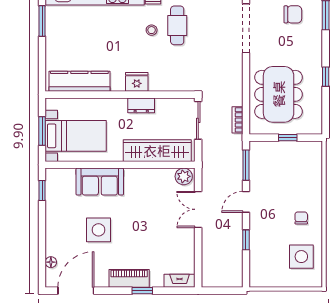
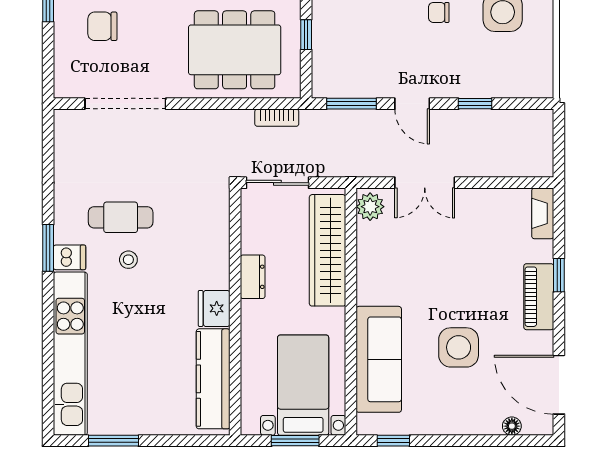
chair: (293, 14) -> (102, 26), turned -90
fridge: (137, 82) -> (214, 308), moved
sofa: (100, 182) -> (379, 359), width x1.36

